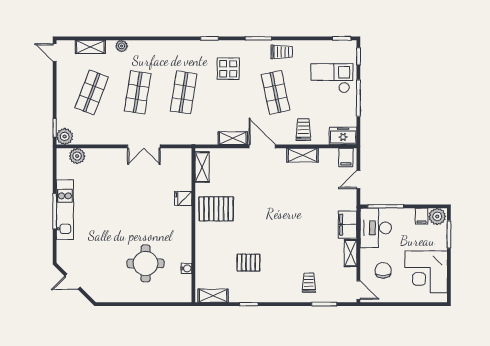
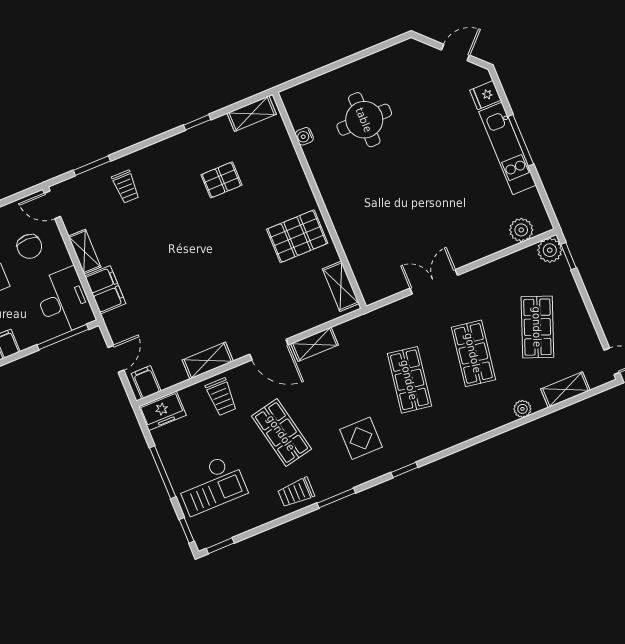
fridge: (183, 199) -> (485, 95), moved, turned 180

